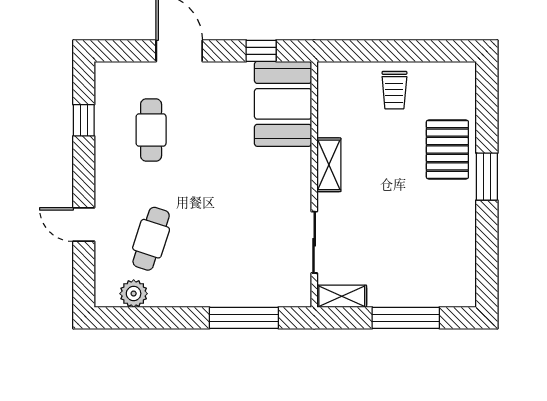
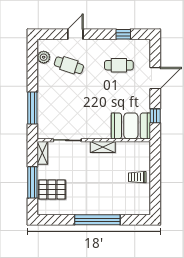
pallet: (447, 150) -> (52, 190), moved
window: (487, 177) -> (97, 220), width x2.11

